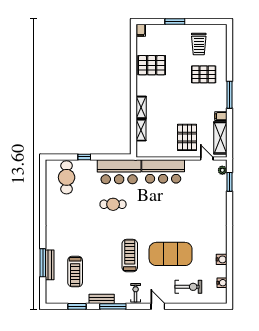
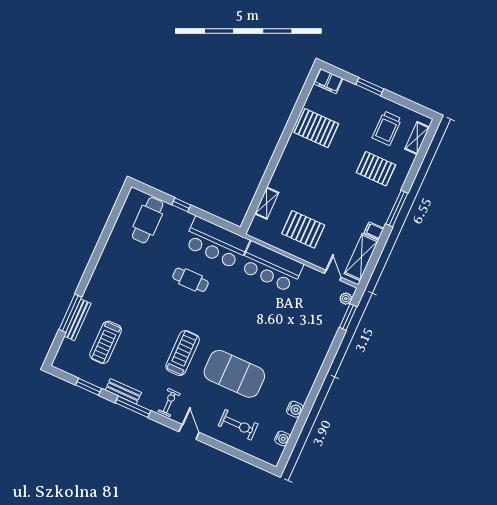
filing cabinet: (141, 30) -> (328, 81), width x2.00
shelving: (141, 107) -> (417, 138), moved
pallet: (187, 137) -> (303, 229), moved, turned 90

